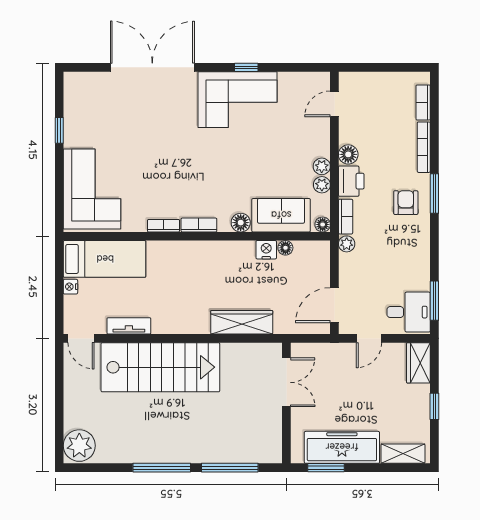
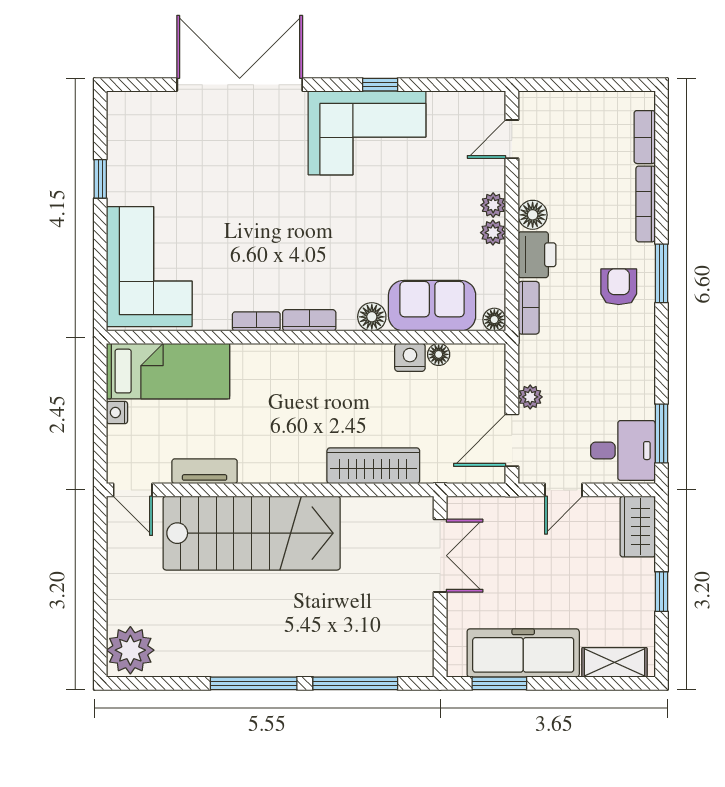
plant: (322, 185) -> (493, 205), moved
plant: (347, 244) -> (530, 397), moved

